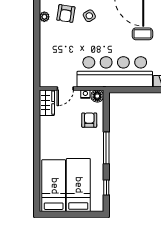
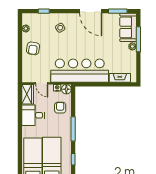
armchair: (66, 13) -> (33, 48), moved
coffee table: (142, 34) -> (101, 42), removed
door: (65, 88) -> (42, 83), hinge flipped
desk: (54, 130) -> (33, 115), added

